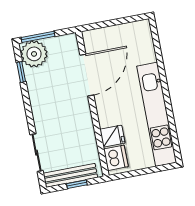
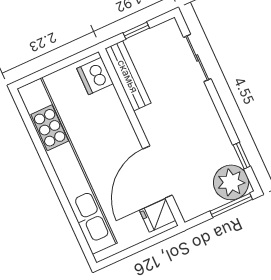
kitchen unit: (157, 114) -> (67, 166), width x1.36
fridge: (112, 136) -> (158, 215), moved
bench: (70, 175) -> (128, 76), moved, turned 90

